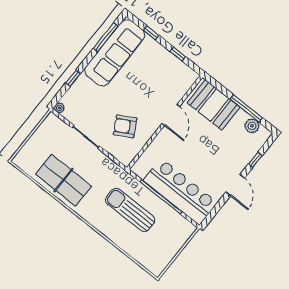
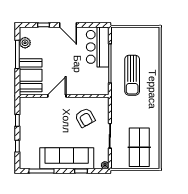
sofa: (115, 53) -> (67, 158), moved
table tennis table: (64, 180) -> (139, 147), moved
door: (235, 185) -> (68, 25), swing flipped
bar counter: (180, 192) -> (98, 47), width x0.73

